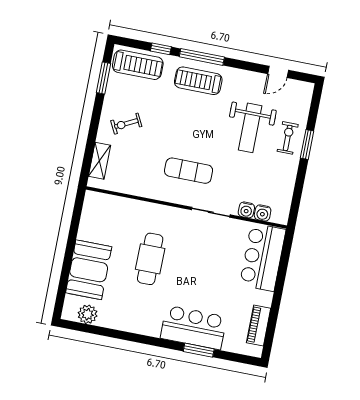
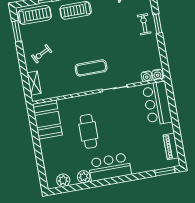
weight bench: (250, 128) -> (119, 27), removed
water cooler: (246, 210) -> (157, 74), moved
booth: (89, 270) -> (47, 120), moved
plant: (118, 321) -> (84, 177), added
bar counter: (194, 328) -> (110, 167), moved
window: (199, 350) -> (165, 171), moved

